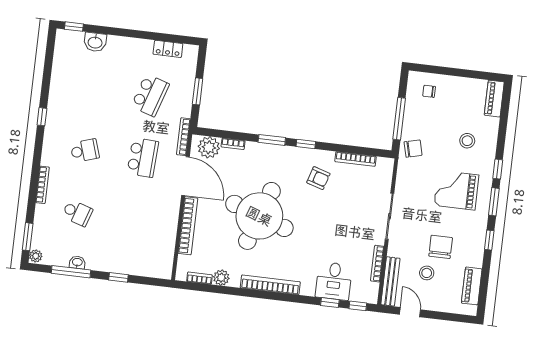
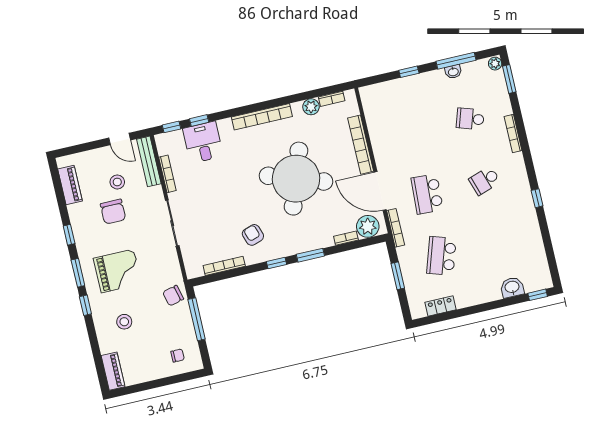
armchair: (318, 178) -> (253, 235), turned 55

